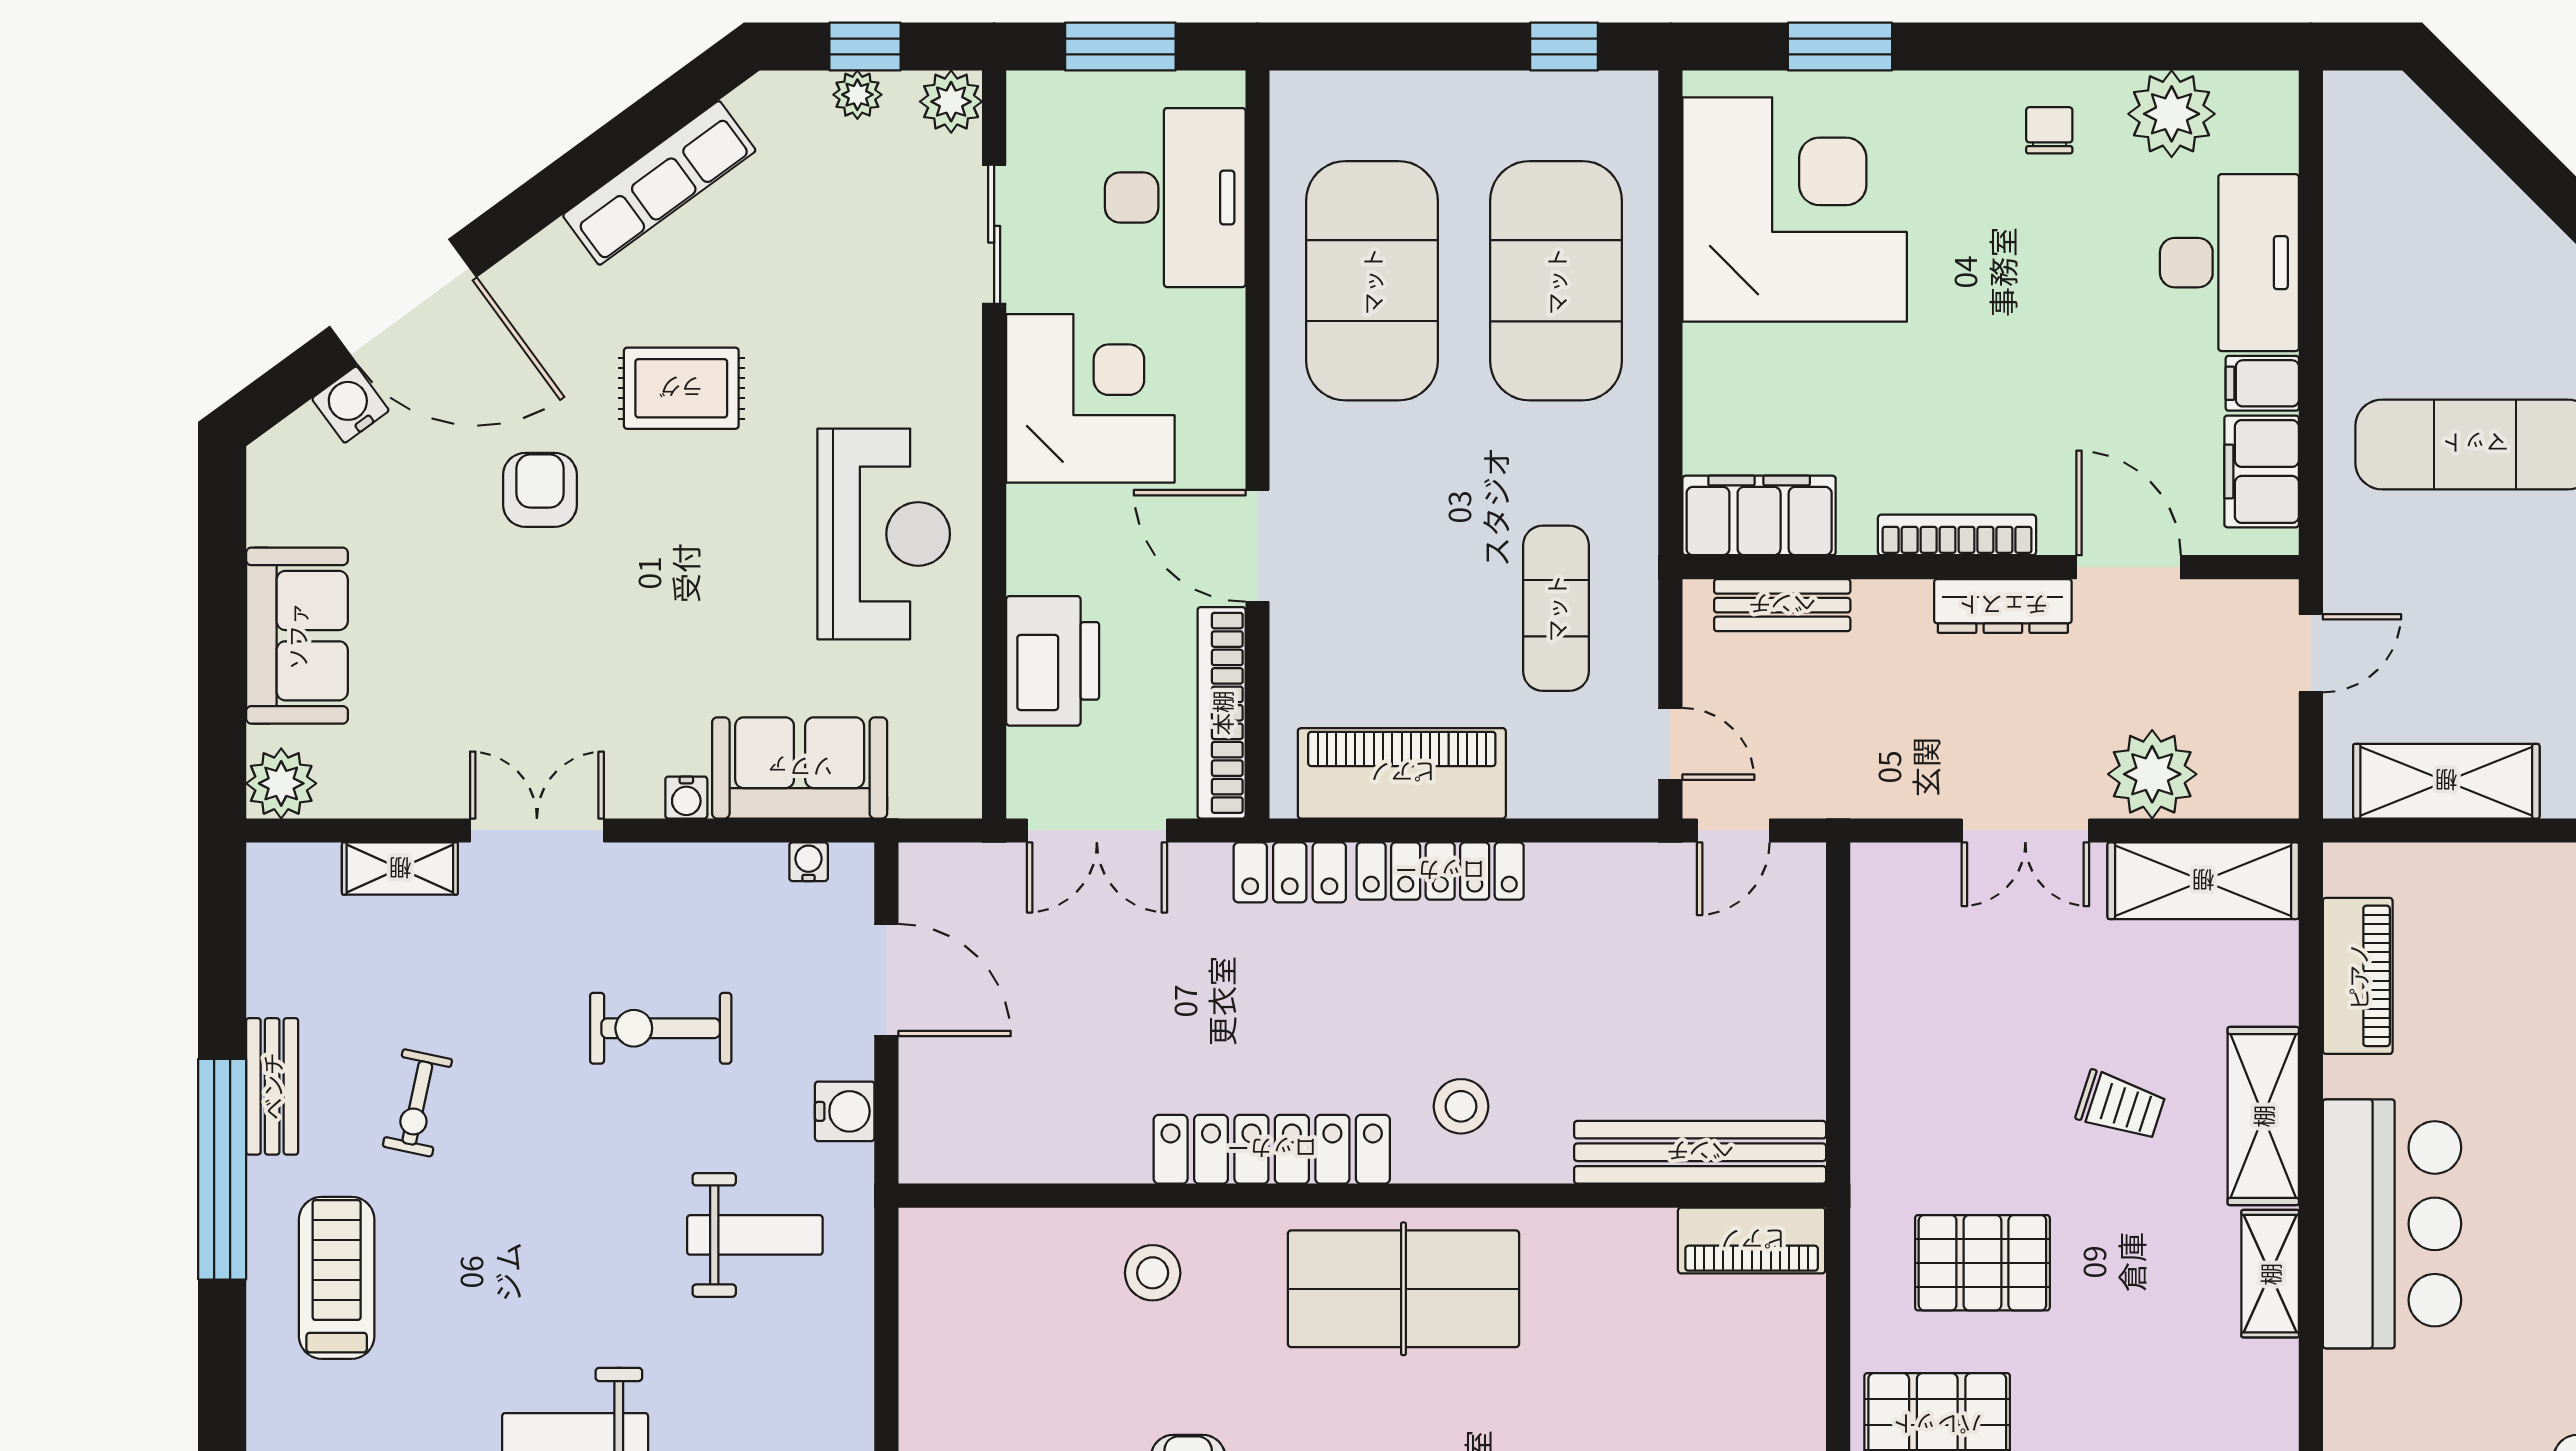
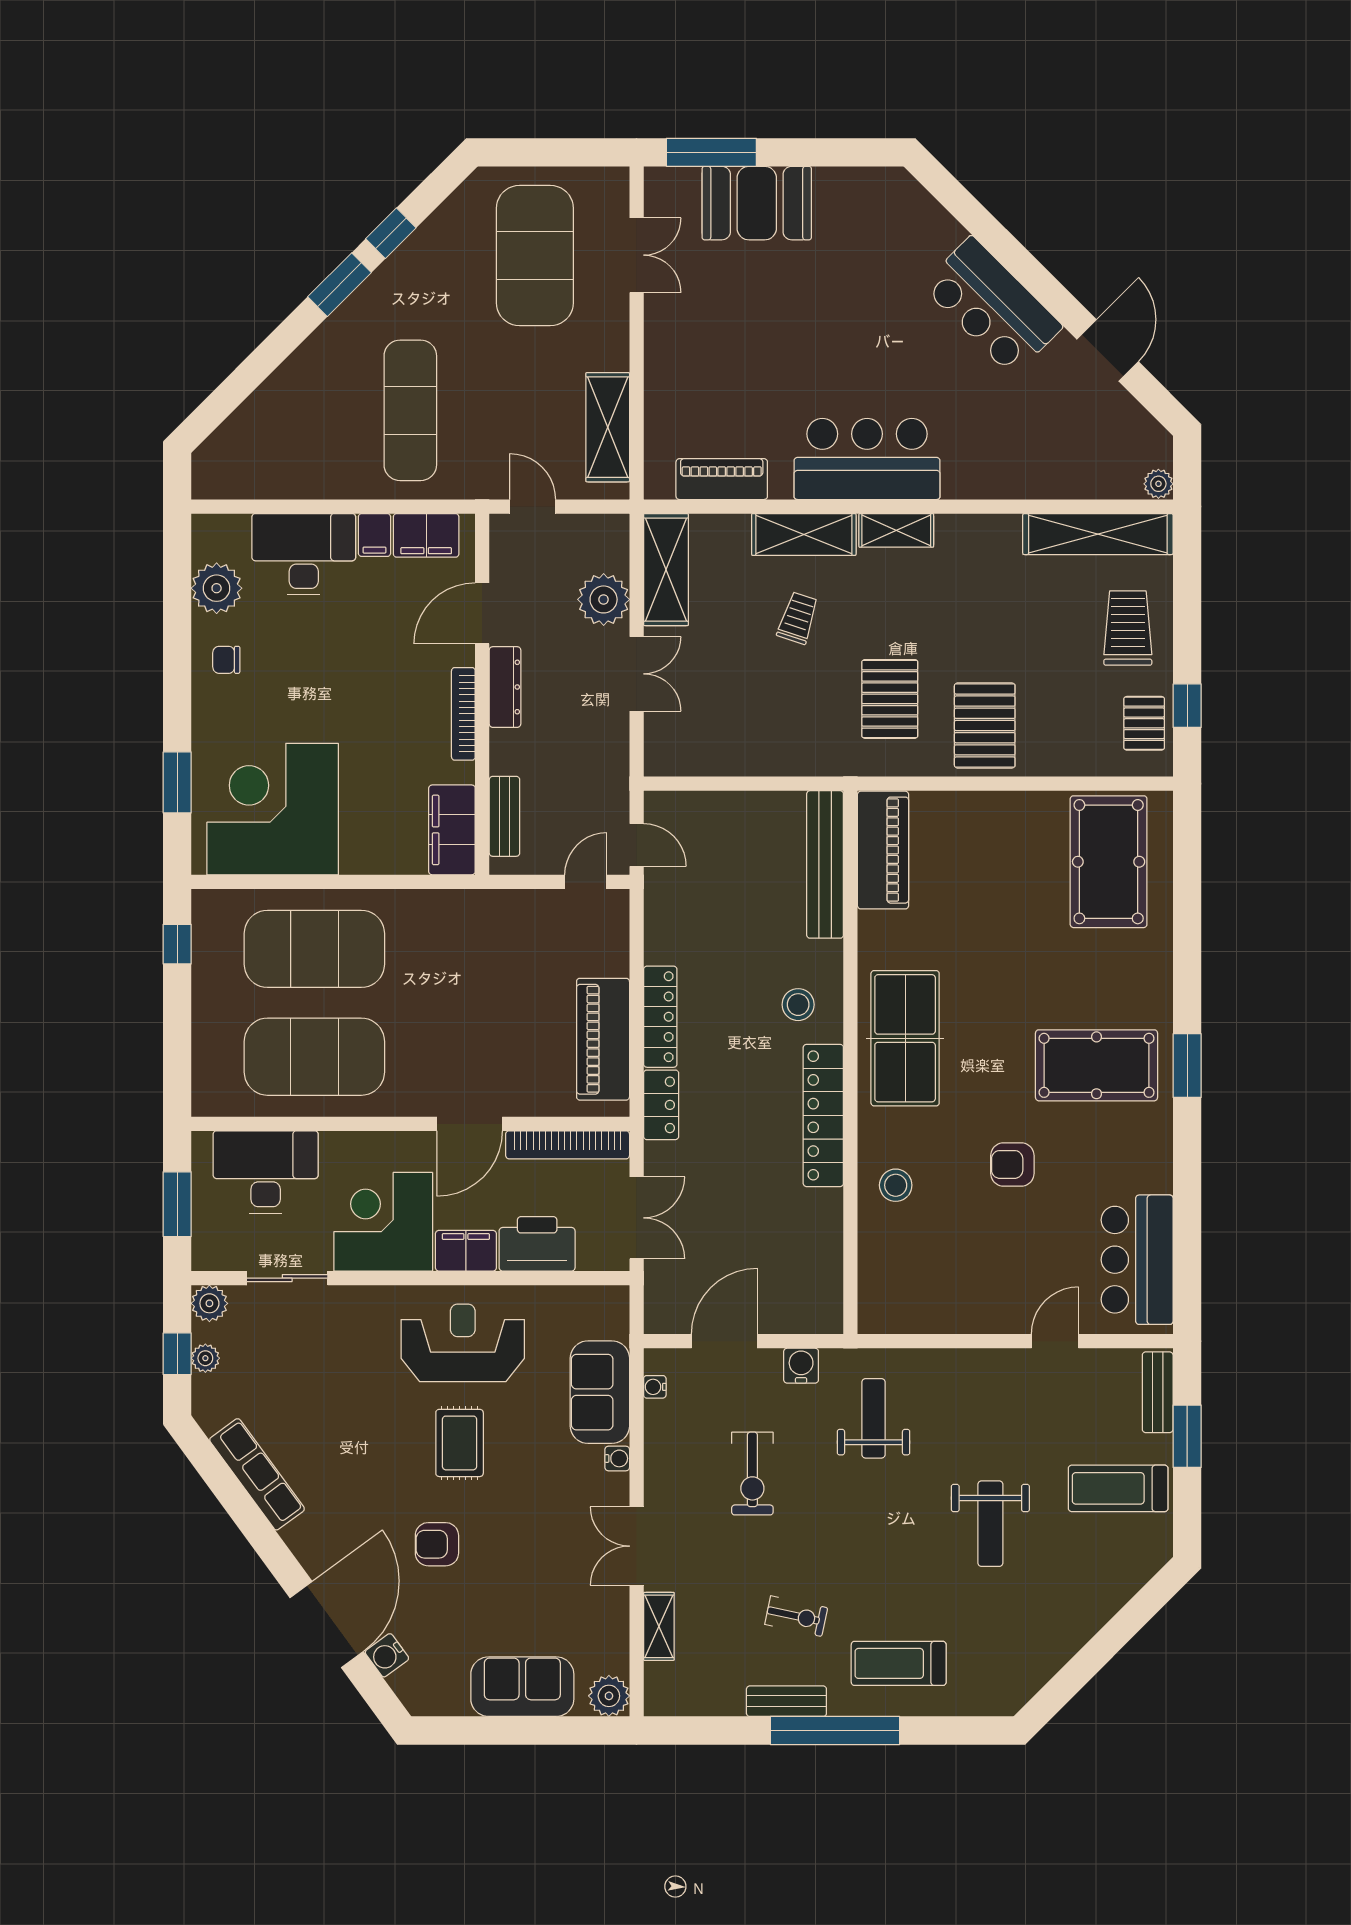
rug: (681, 388) -> (460, 1443), moved
filing cabinet: (1041, 539) -> (466, 1251), added
exercise mat: (1556, 608) -> (506, 949), removed
piano: (1752, 1240) -> (883, 850), width x1.37, depth x1.33

